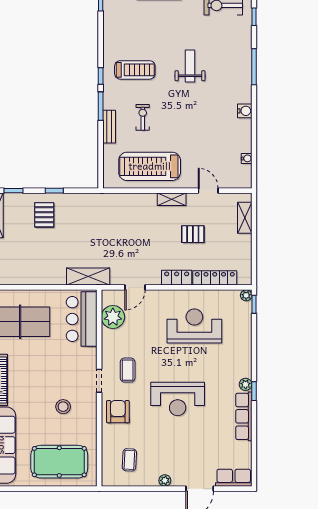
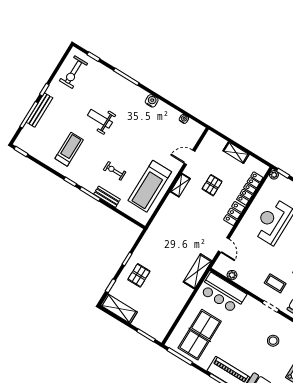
treadmill: (135, 70) -> (69, 149), moved
pallet: (44, 215) -> (139, 275), turned 90
shelving: (245, 218) -> (236, 153), moved
plant: (113, 317) -> (232, 275), width x0.53, depth x0.53

